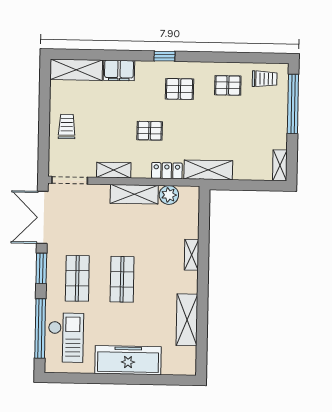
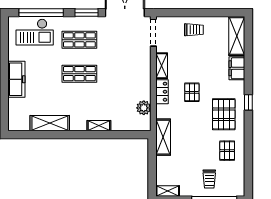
trolley: (265, 79) -> (209, 179), moved
pallet: (180, 89) -> (224, 114), width x1.50, depth x1.42
locker: (167, 171) -> (162, 92), moved
shelving: (134, 194) -> (144, 82), removed
freezer: (128, 360) -> (16, 79), width x0.73, depth x0.79

